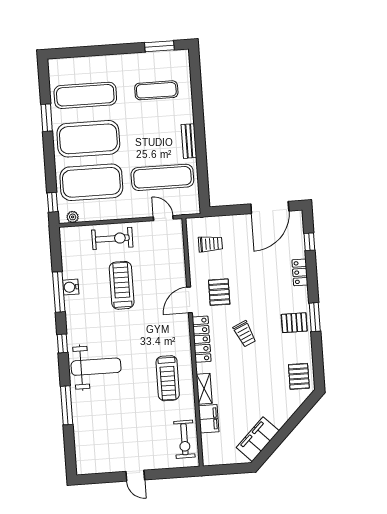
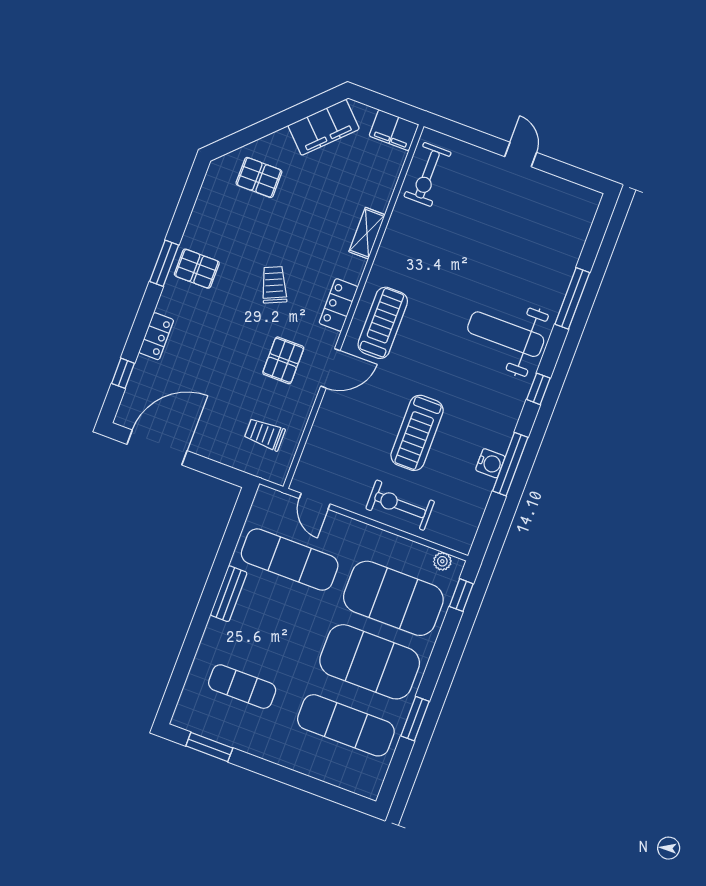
locker: (202, 339) -> (338, 305), width x0.66
pallet: (299, 376) -> (259, 177), moved, turned 90
treadmill: (168, 378) -> (383, 323), moved
filing cabinet: (209, 419) -> (394, 130), moved, turned -90
exercise bike: (184, 439) -> (428, 174), turned 180

